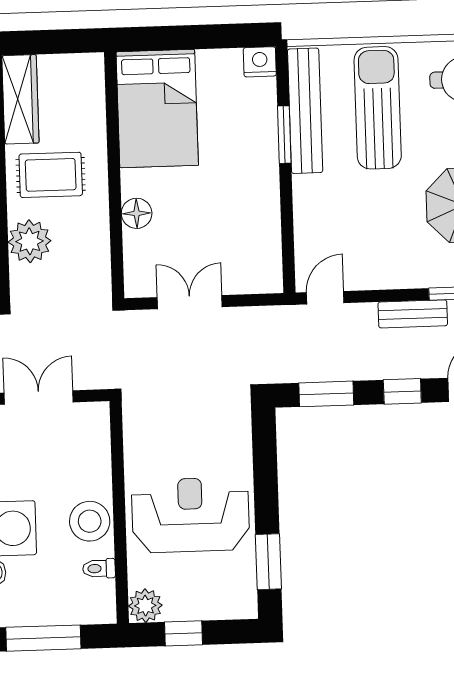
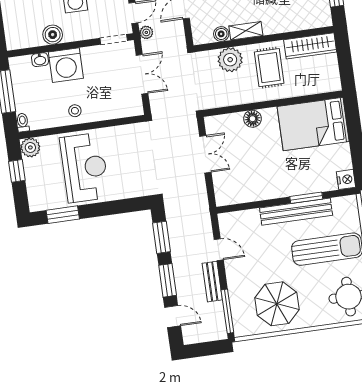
bench: (305, 111) -> (296, 212), moved
door: (325, 298) -> (219, 250), moved
window: (402, 391) -> (168, 280), width x1.50
stool: (90, 521) -> (75, 111), width x0.53, depth x0.53
toilet: (99, 568) -> (23, 123), moved

